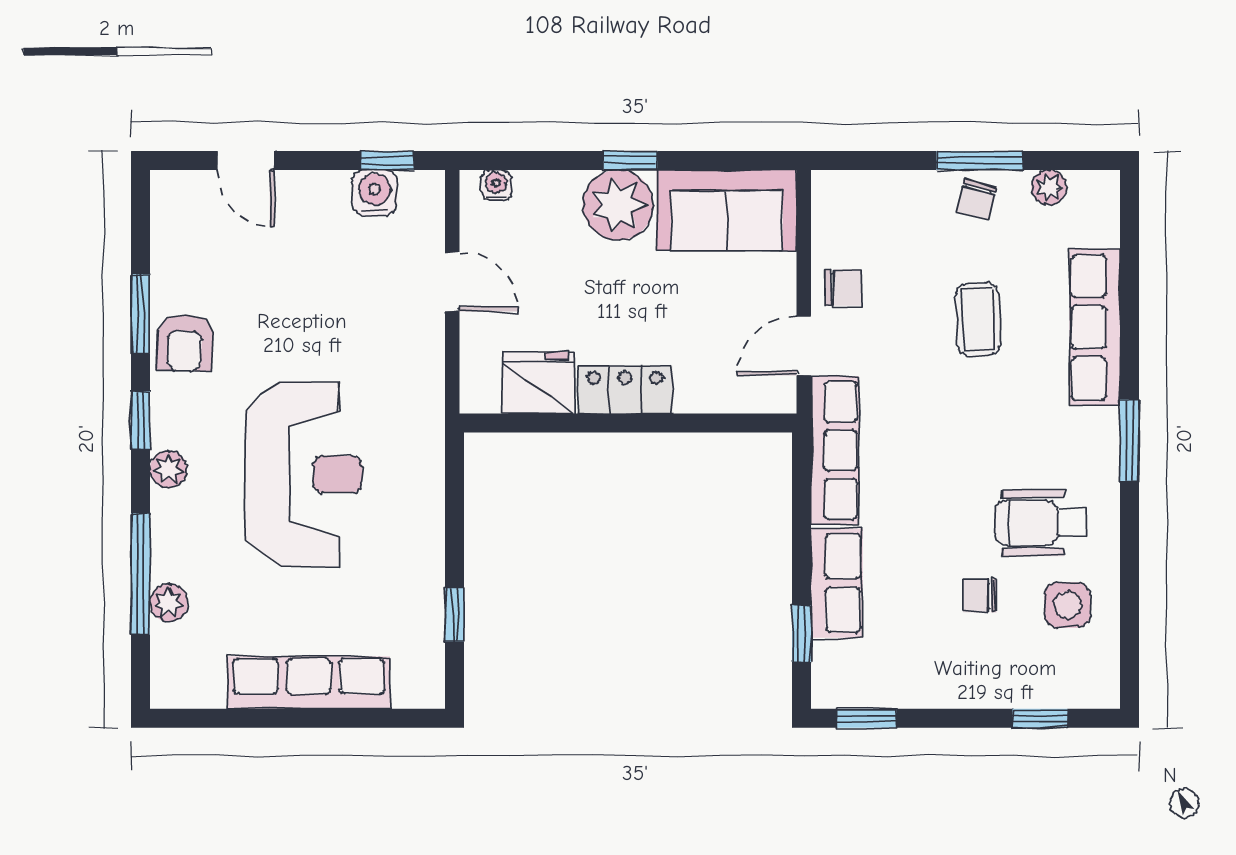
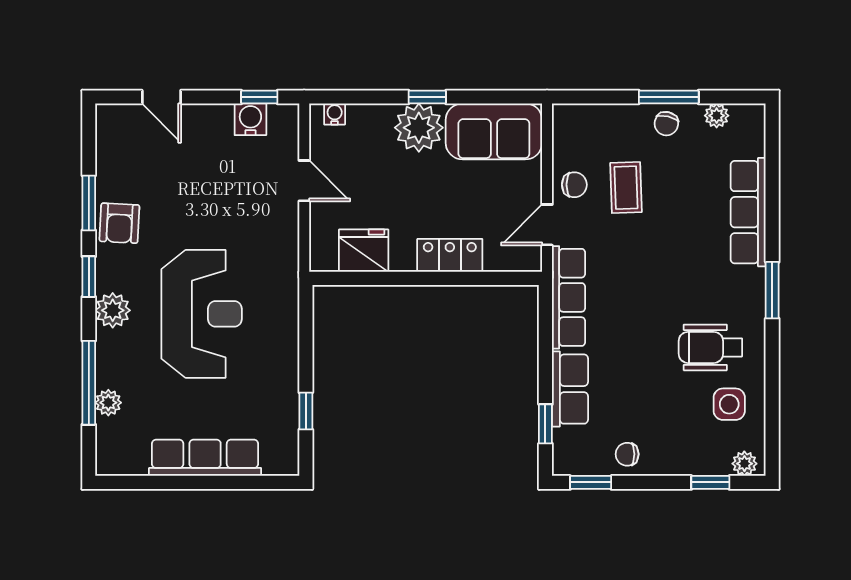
coffee table: (978, 319) -> (626, 188), moved
locker: (625, 390) -> (450, 255), moved
plant: (168, 469) -> (113, 310), width x1.38, depth x1.38
chair: (980, 596) -> (627, 454), moved
plant: (1089, 691) -> (744, 464), added

